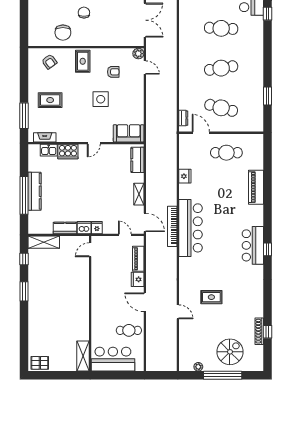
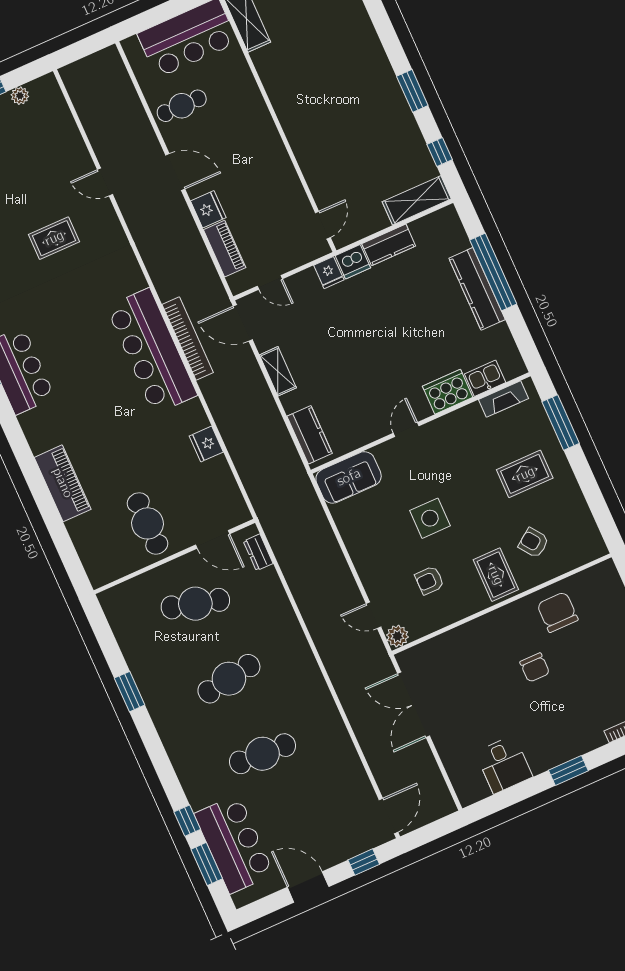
armchair: (49, 62) -> (534, 543), moved
window: (268, 96) -> (130, 692), moved
cafe table: (226, 153) -> (148, 523), turned 90

